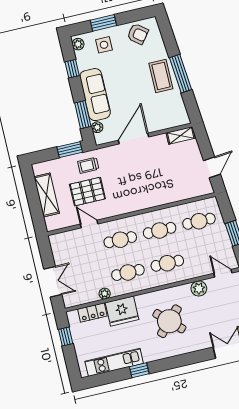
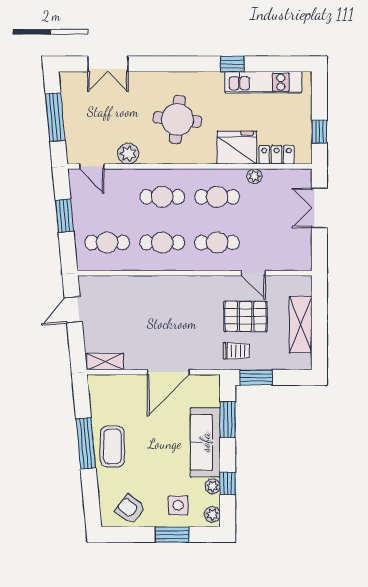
plant: (97, 127) -> (213, 486), moved
round table: (169, 321) -> (177, 120), turned -38

